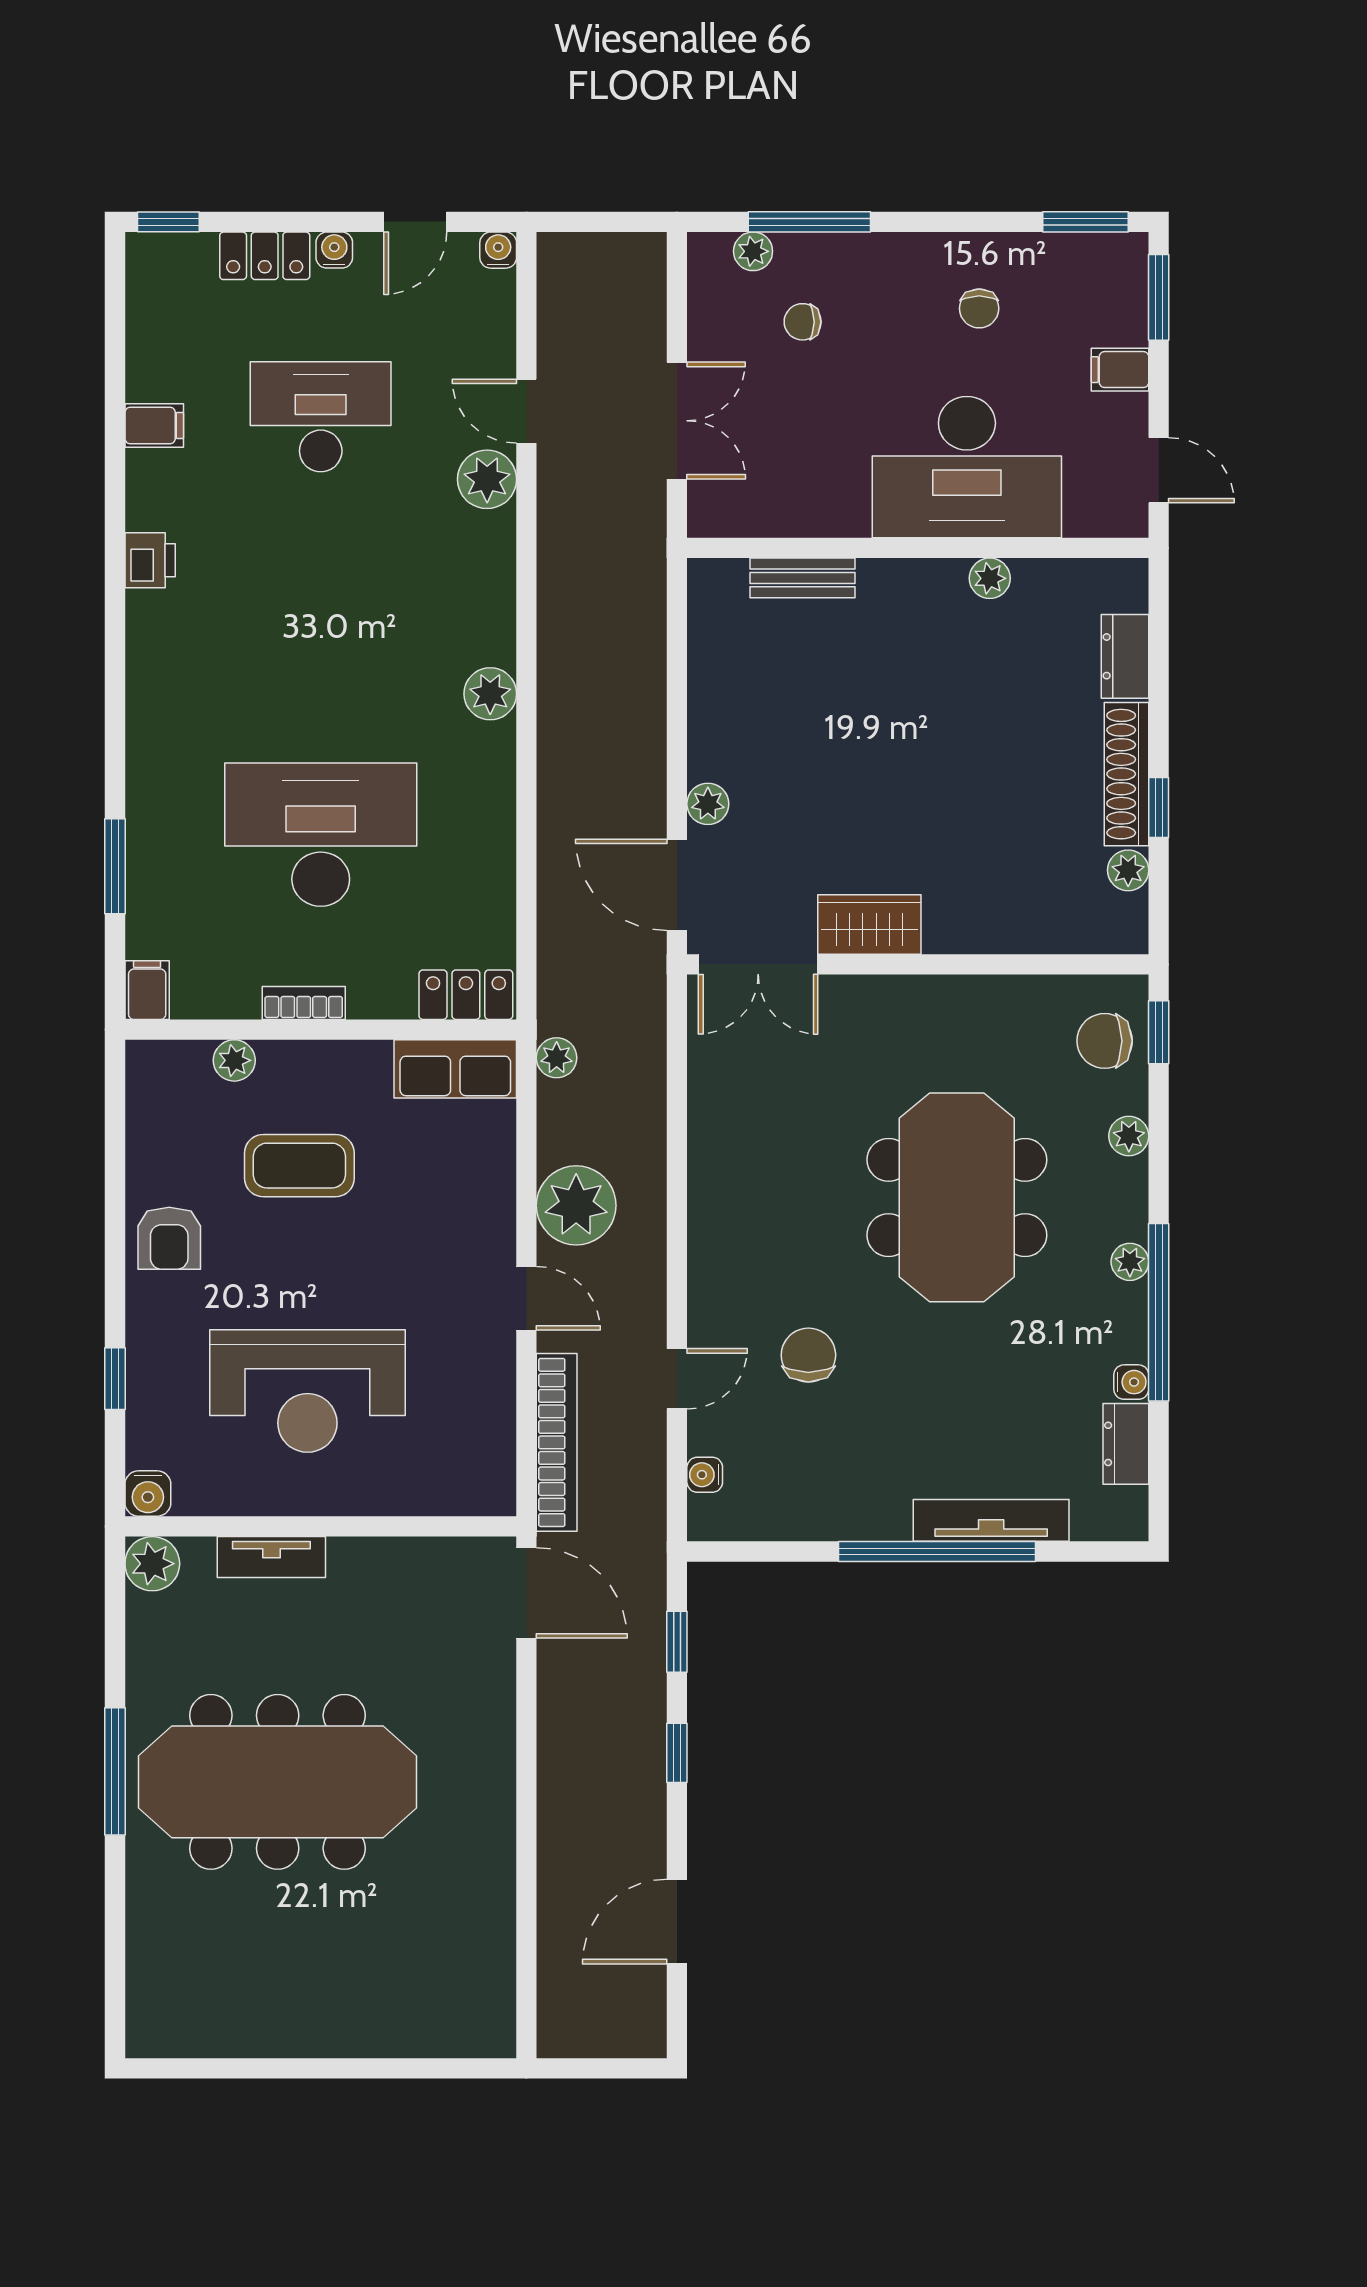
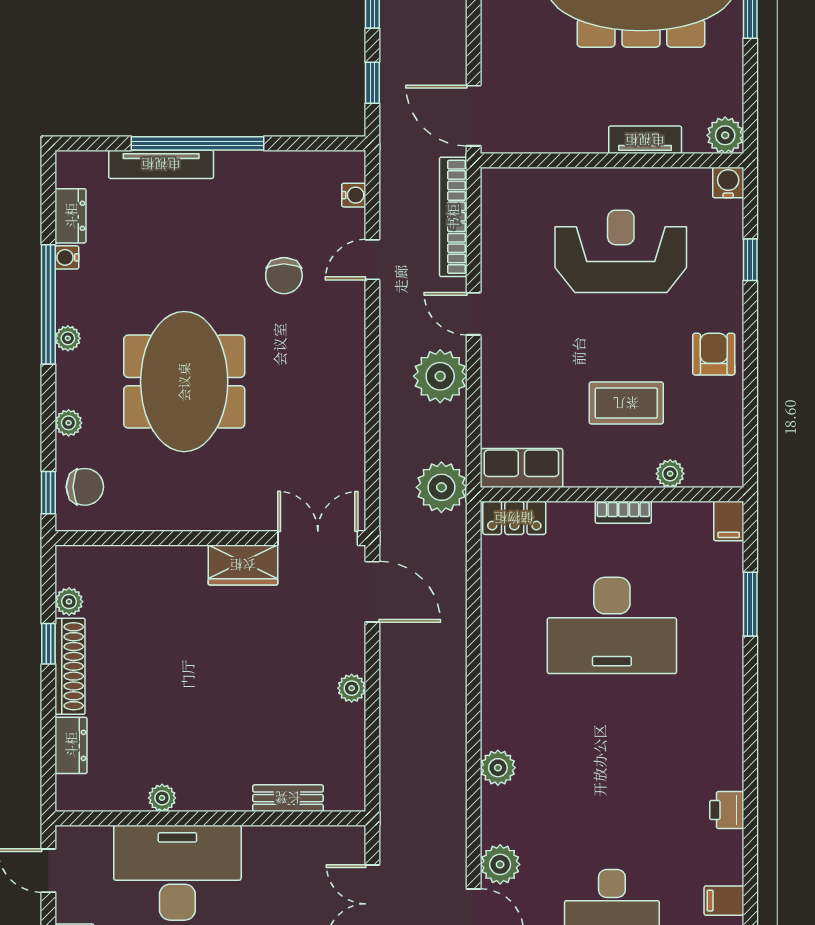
plant: (490, 694) -> (498, 768), moved
plant: (708, 804) -> (352, 688), moved
plant: (557, 1058) -> (441, 487), width x1.87, depth x1.87

